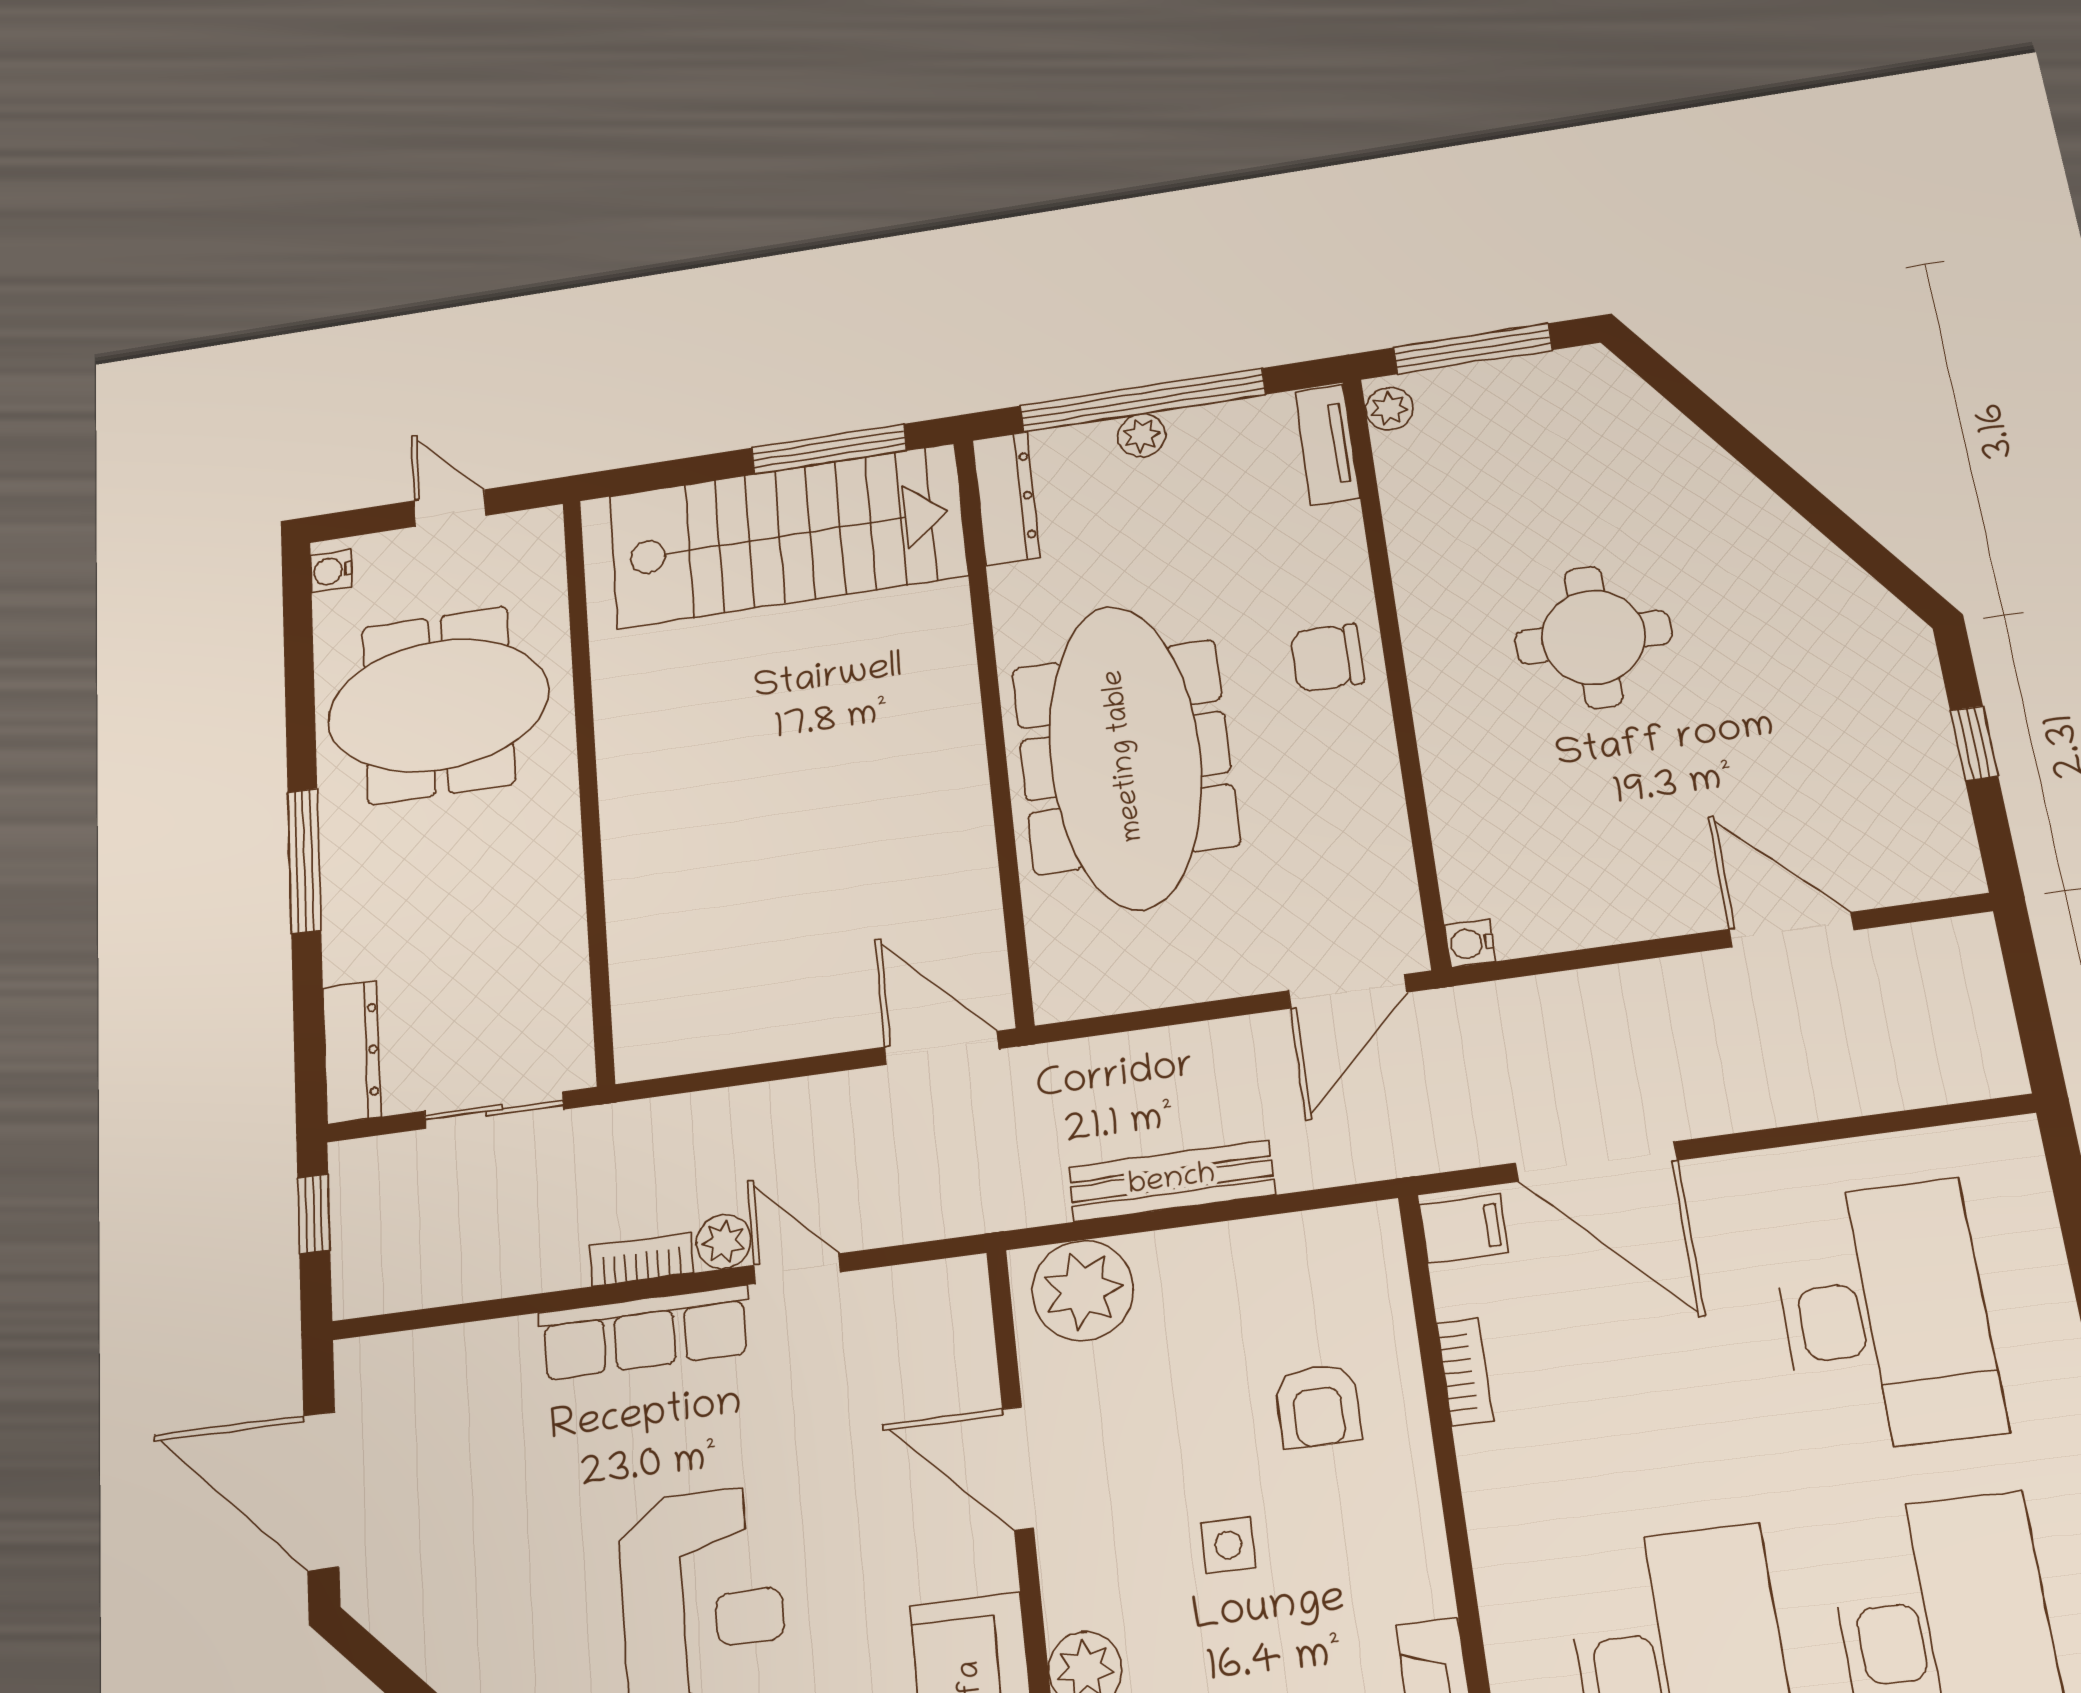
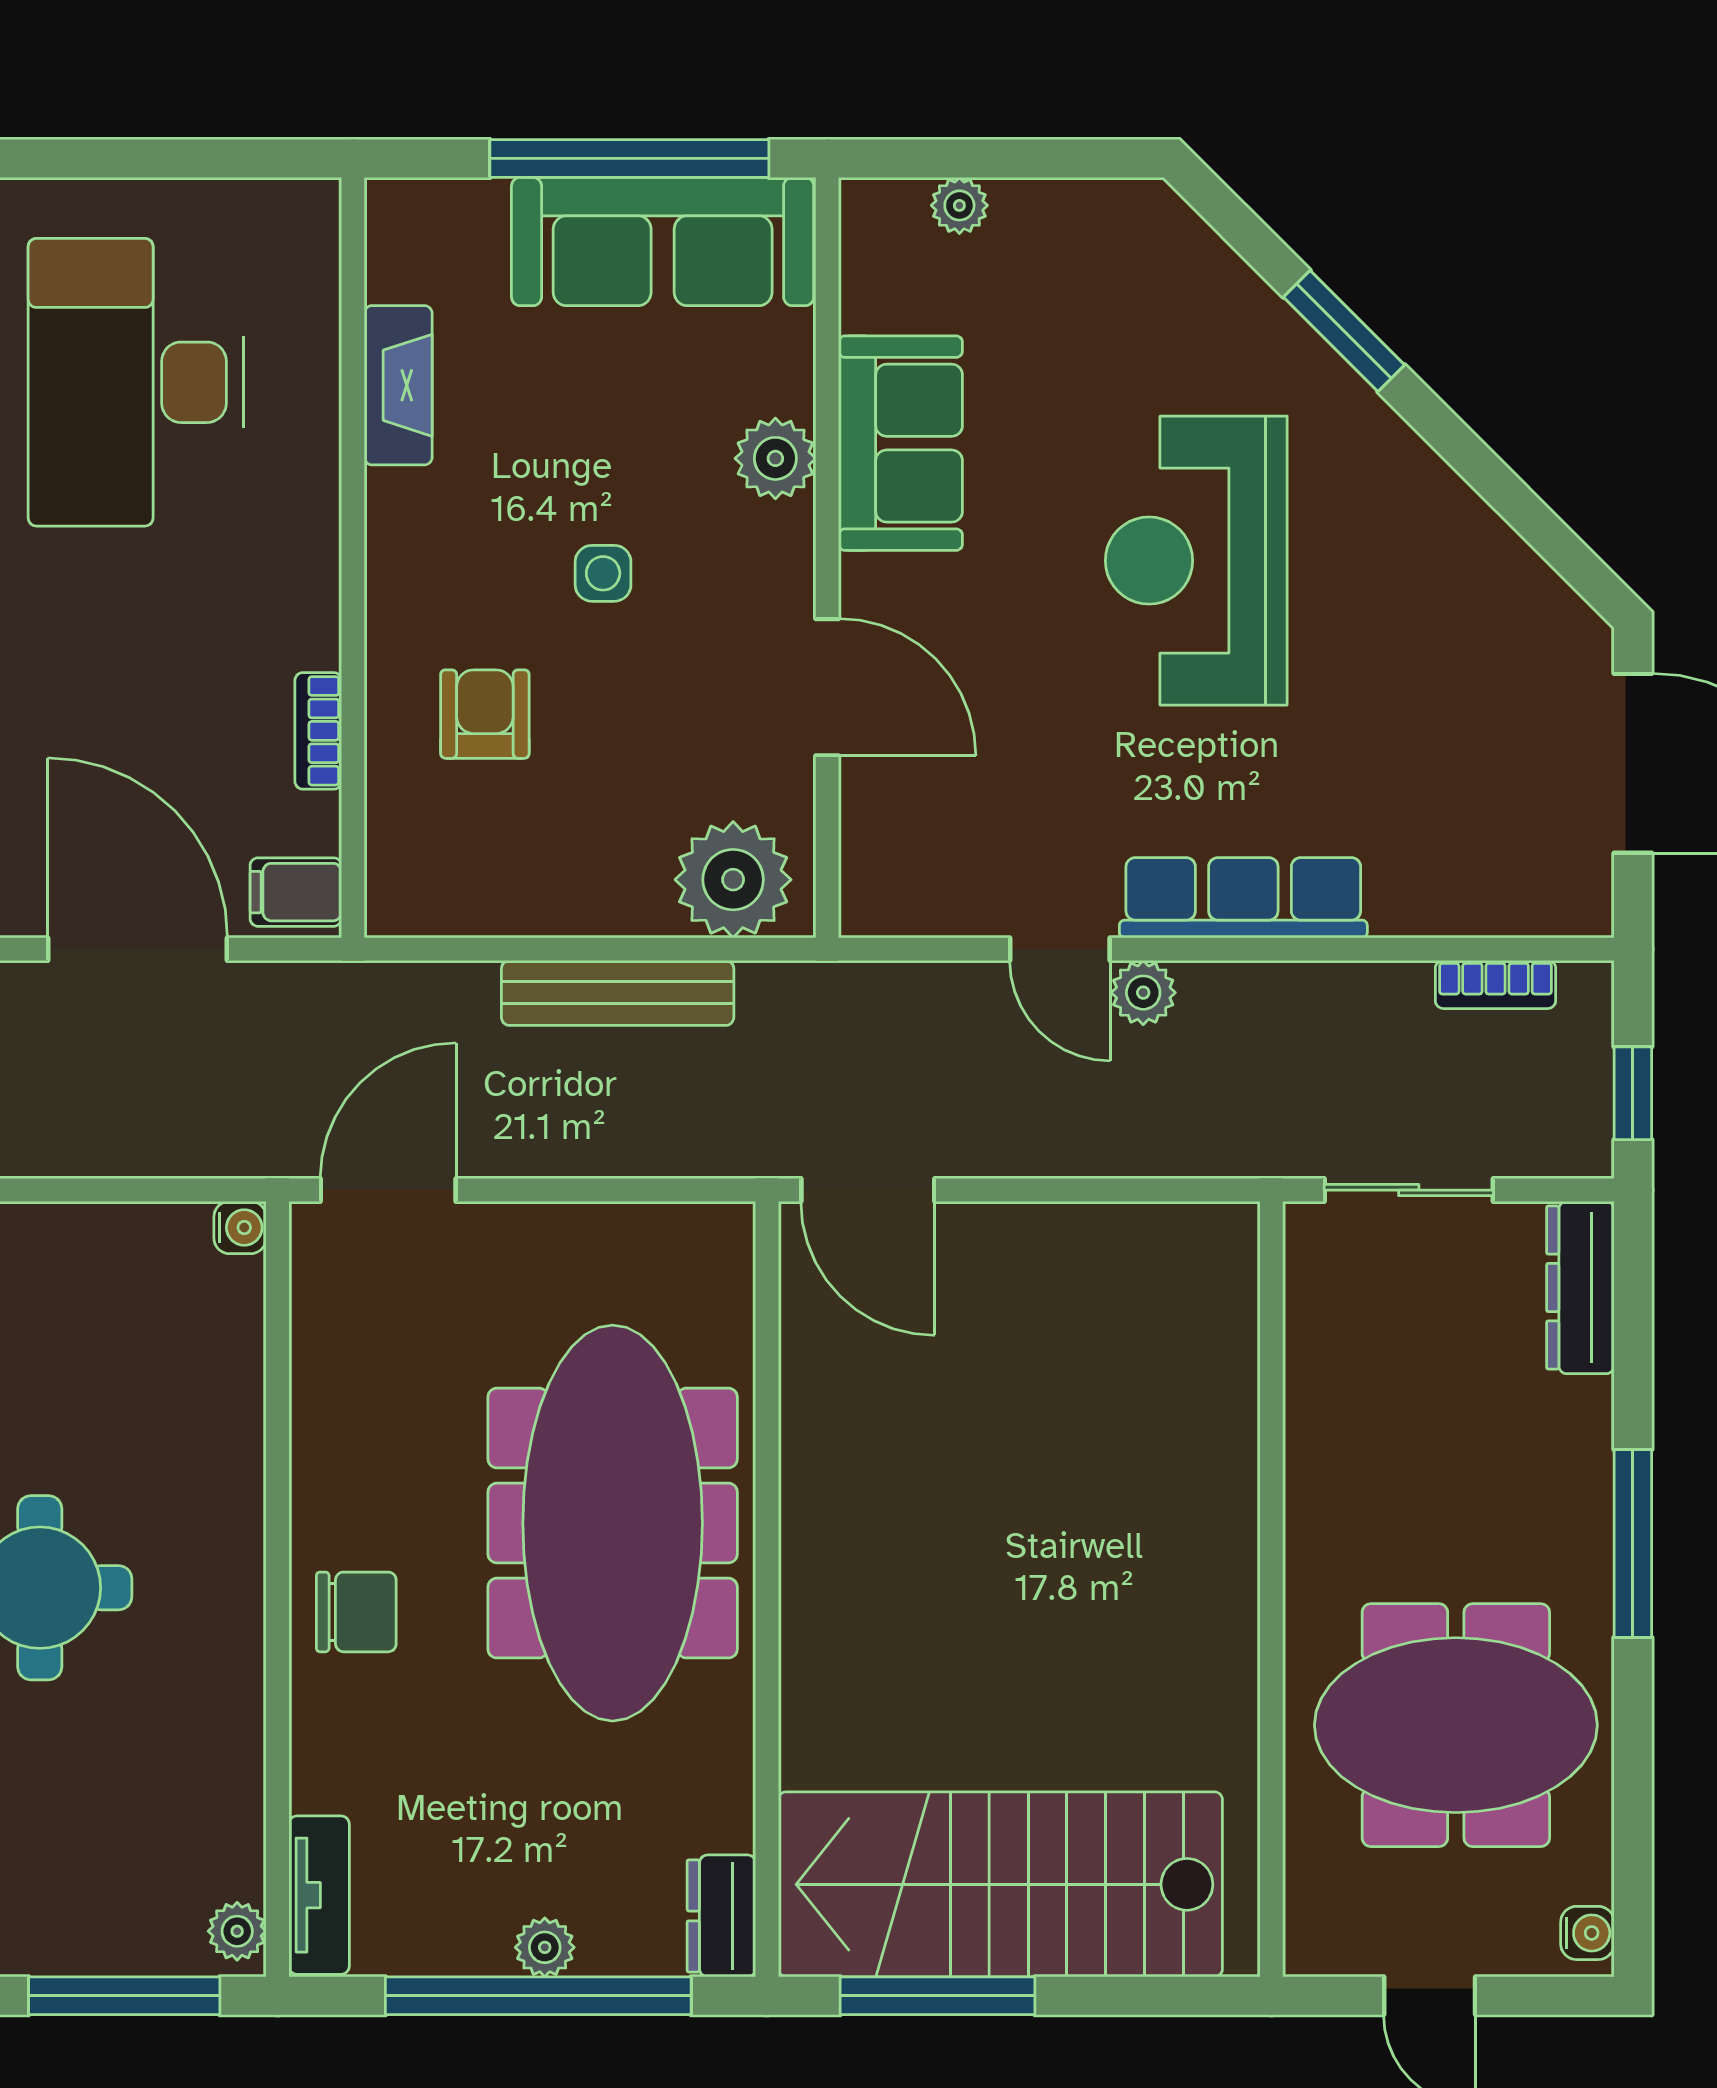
dresser: (1006, 498) -> (721, 1916), width x0.70
bookcase: (641, 1260) -> (1496, 984), moved

